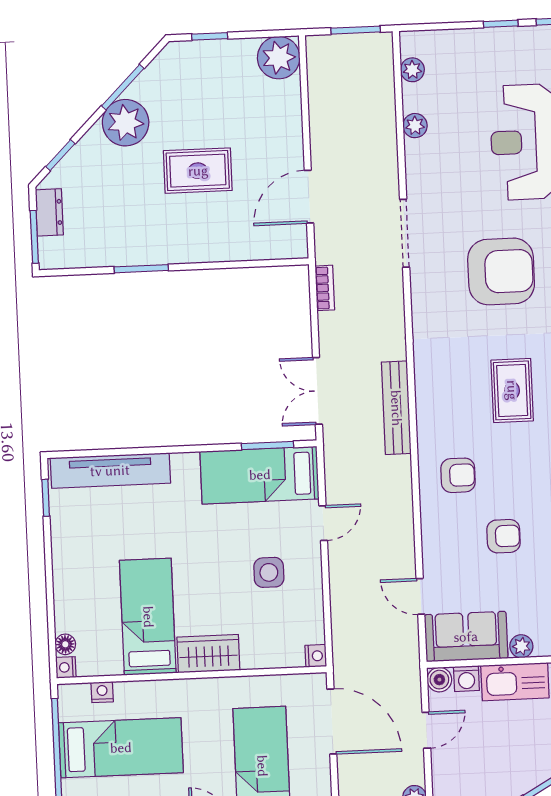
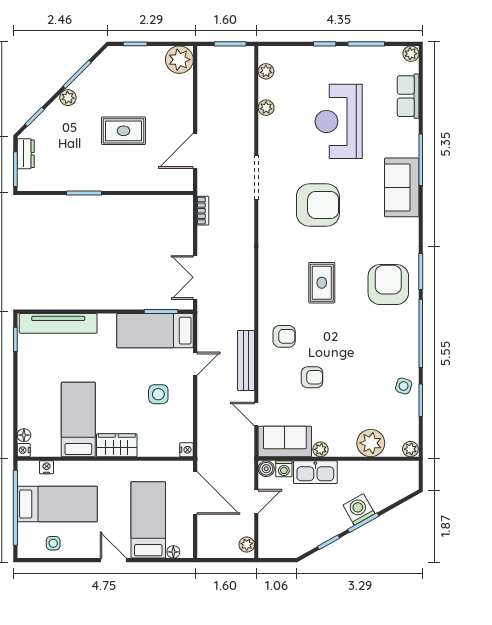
plant: (126, 123) -> (68, 98), width x0.53, depth x0.53
bench: (396, 408) -> (246, 360), moved

